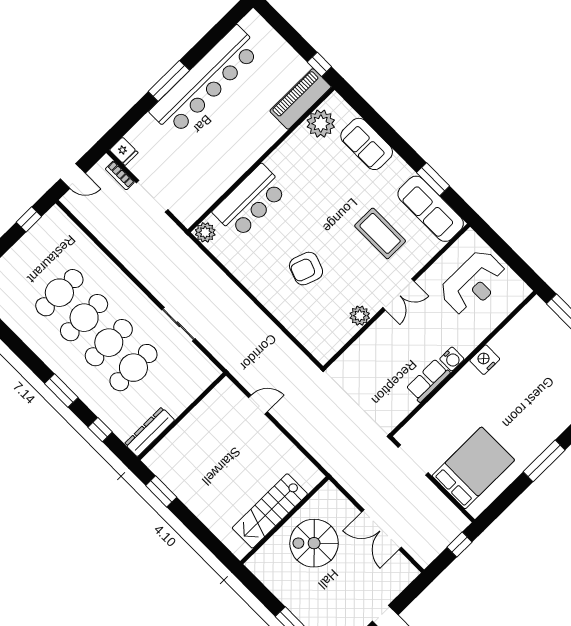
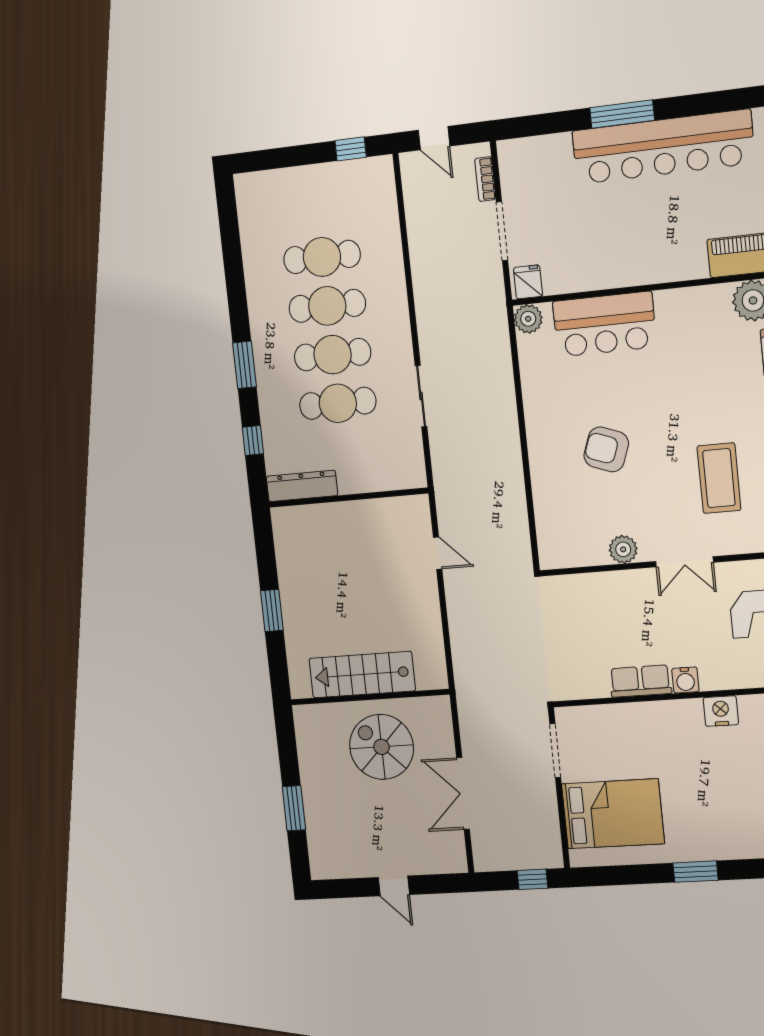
fridge: (124, 151) -> (528, 282), moved, turned 180
window: (544, 461) -> (695, 872), width x0.69
window: (161, 491) -> (272, 611), moved

